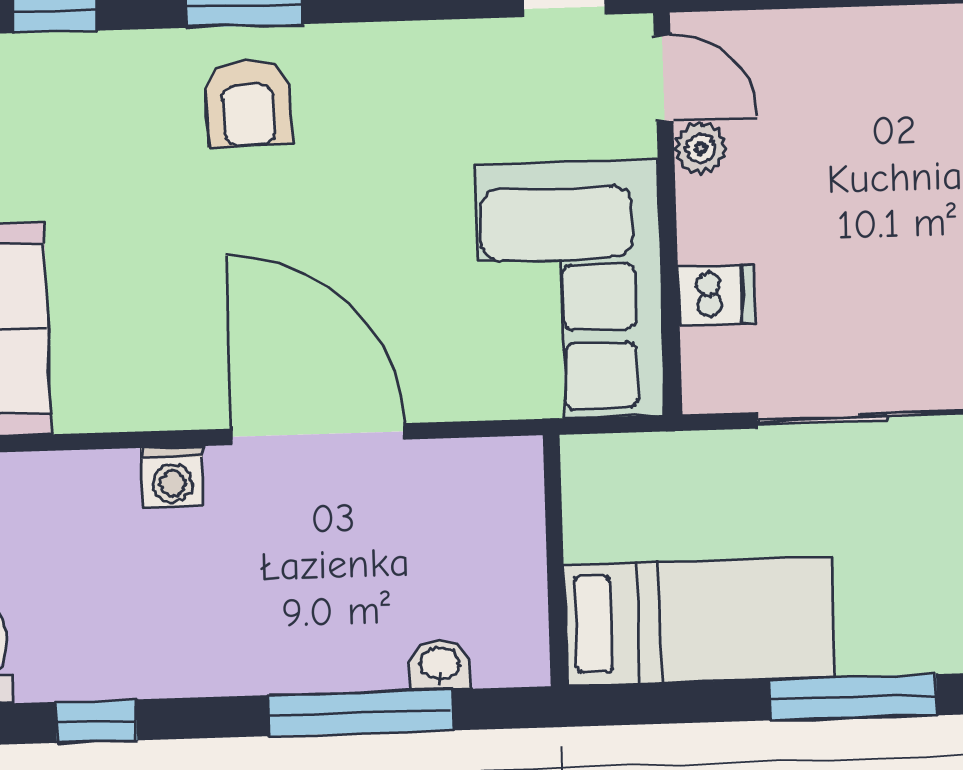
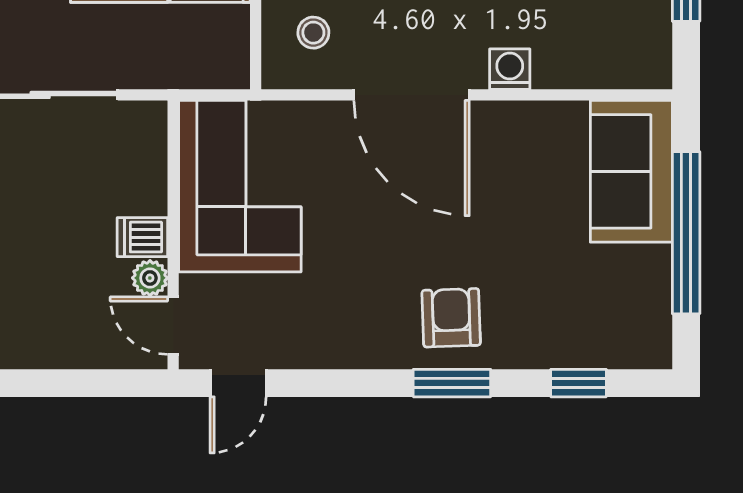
dishwasher: (716, 295) -> (142, 237), moved
stool: (468, 523) -> (313, 33), added

